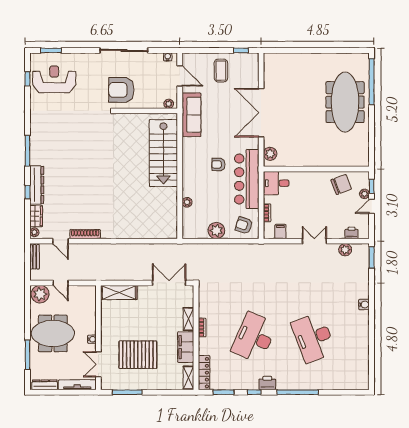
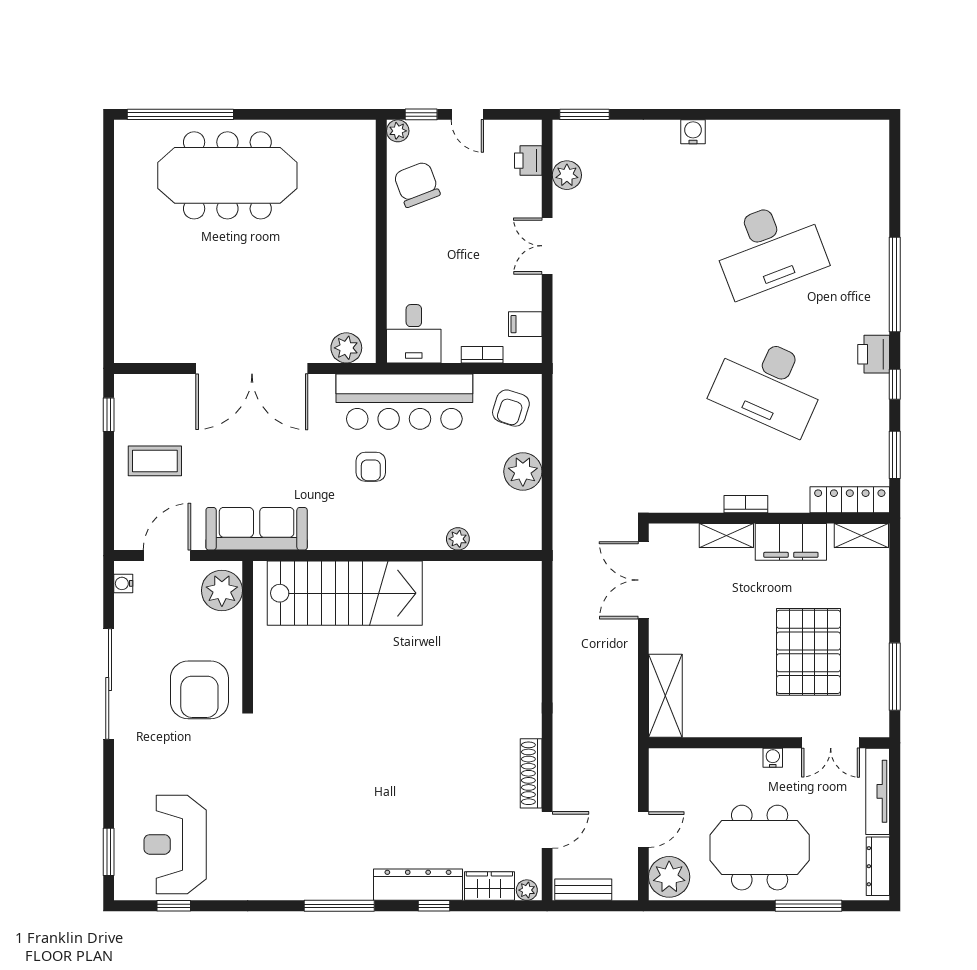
plant: (169, 104) -> (222, 590), width x1.88, depth x1.88
plant: (364, 194) -> (398, 131), moved
meeting table: (53, 333) -> (760, 848), turned 90

